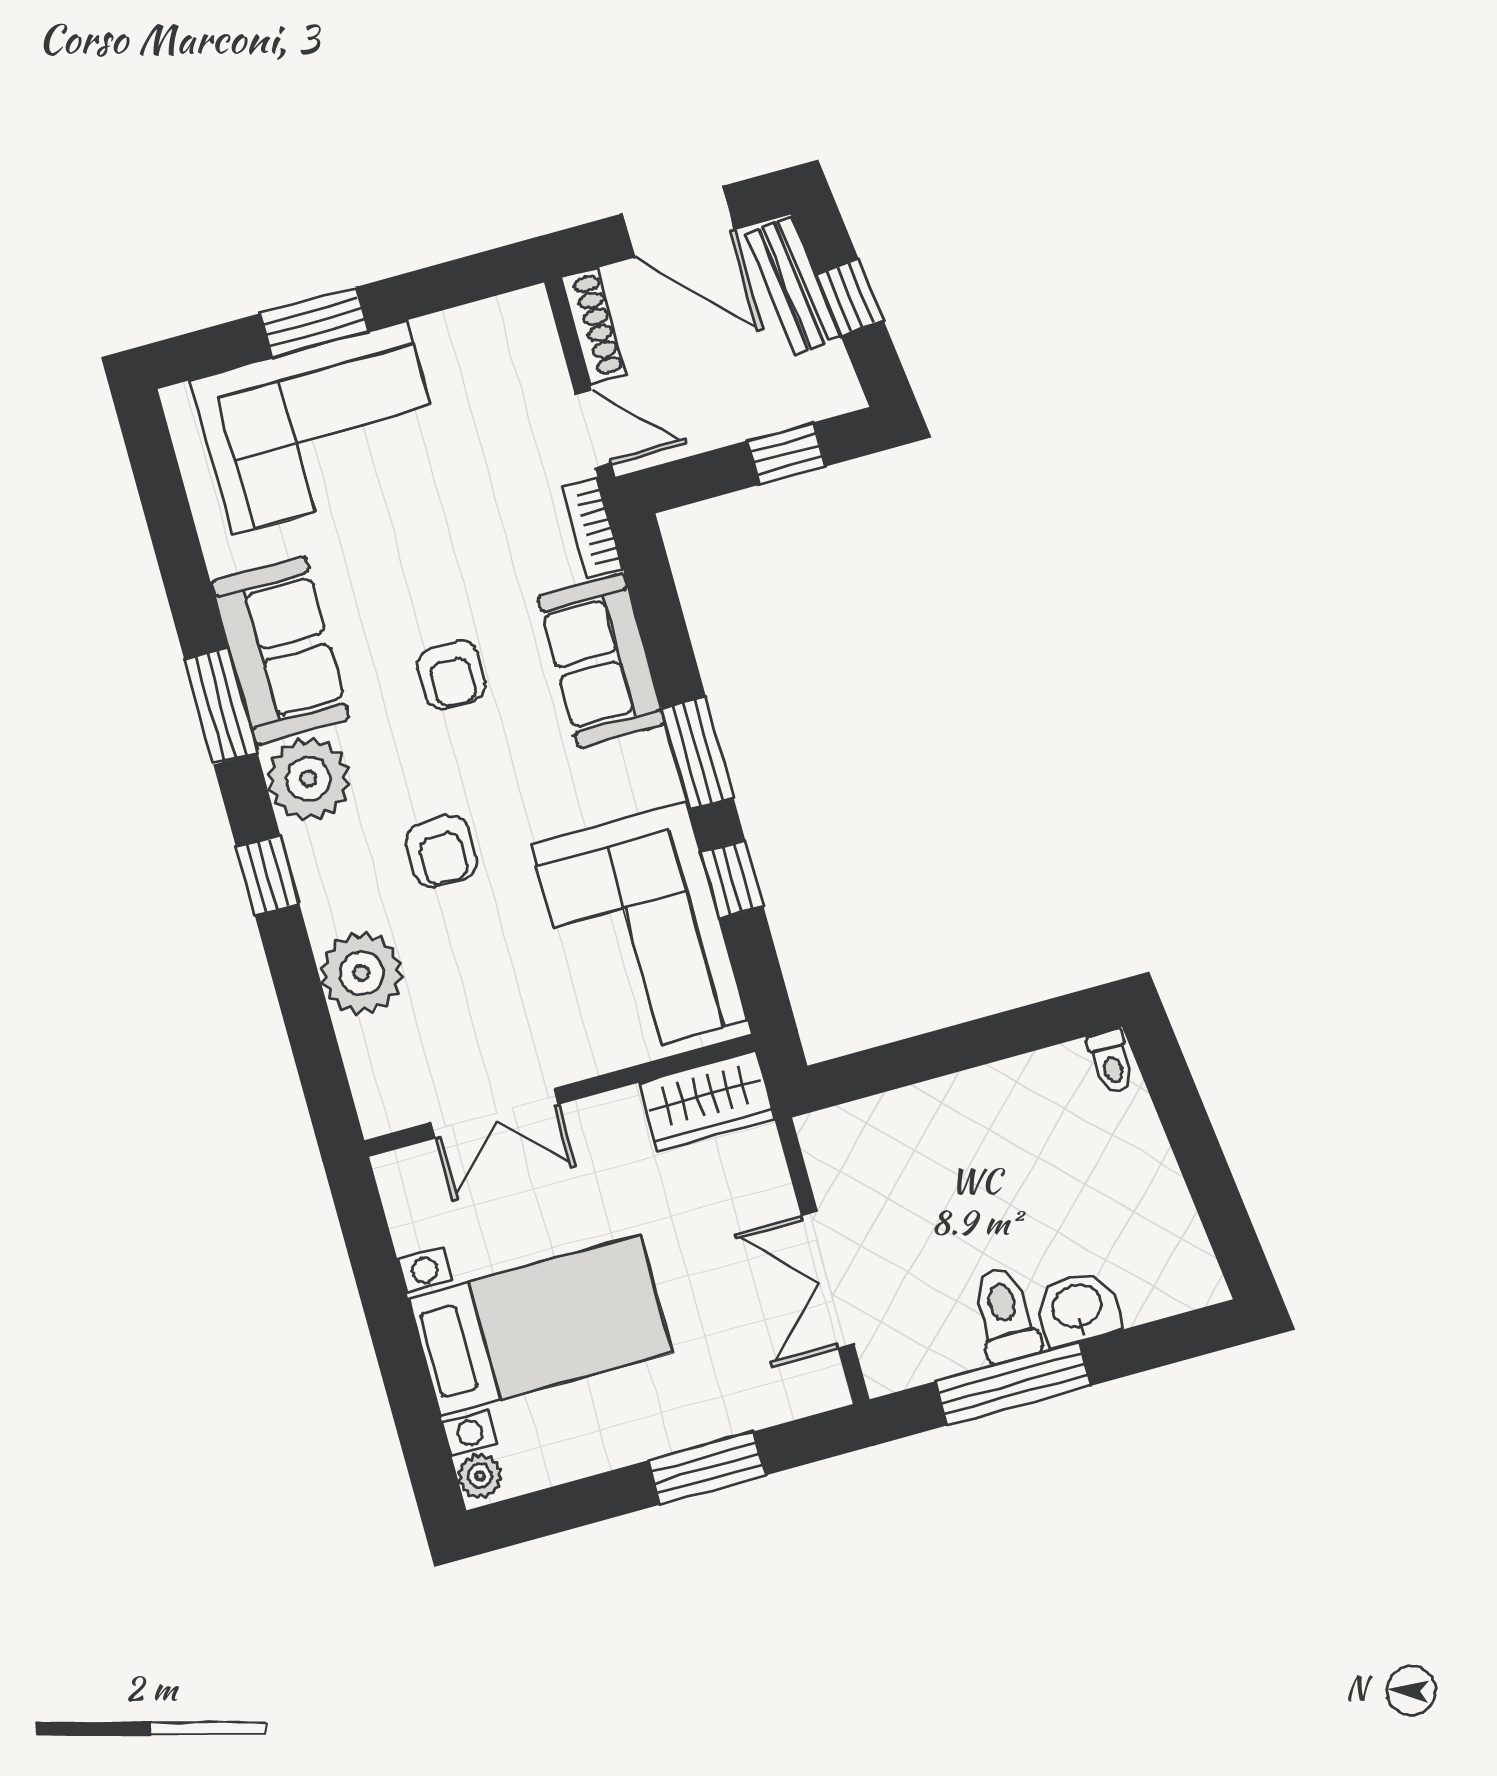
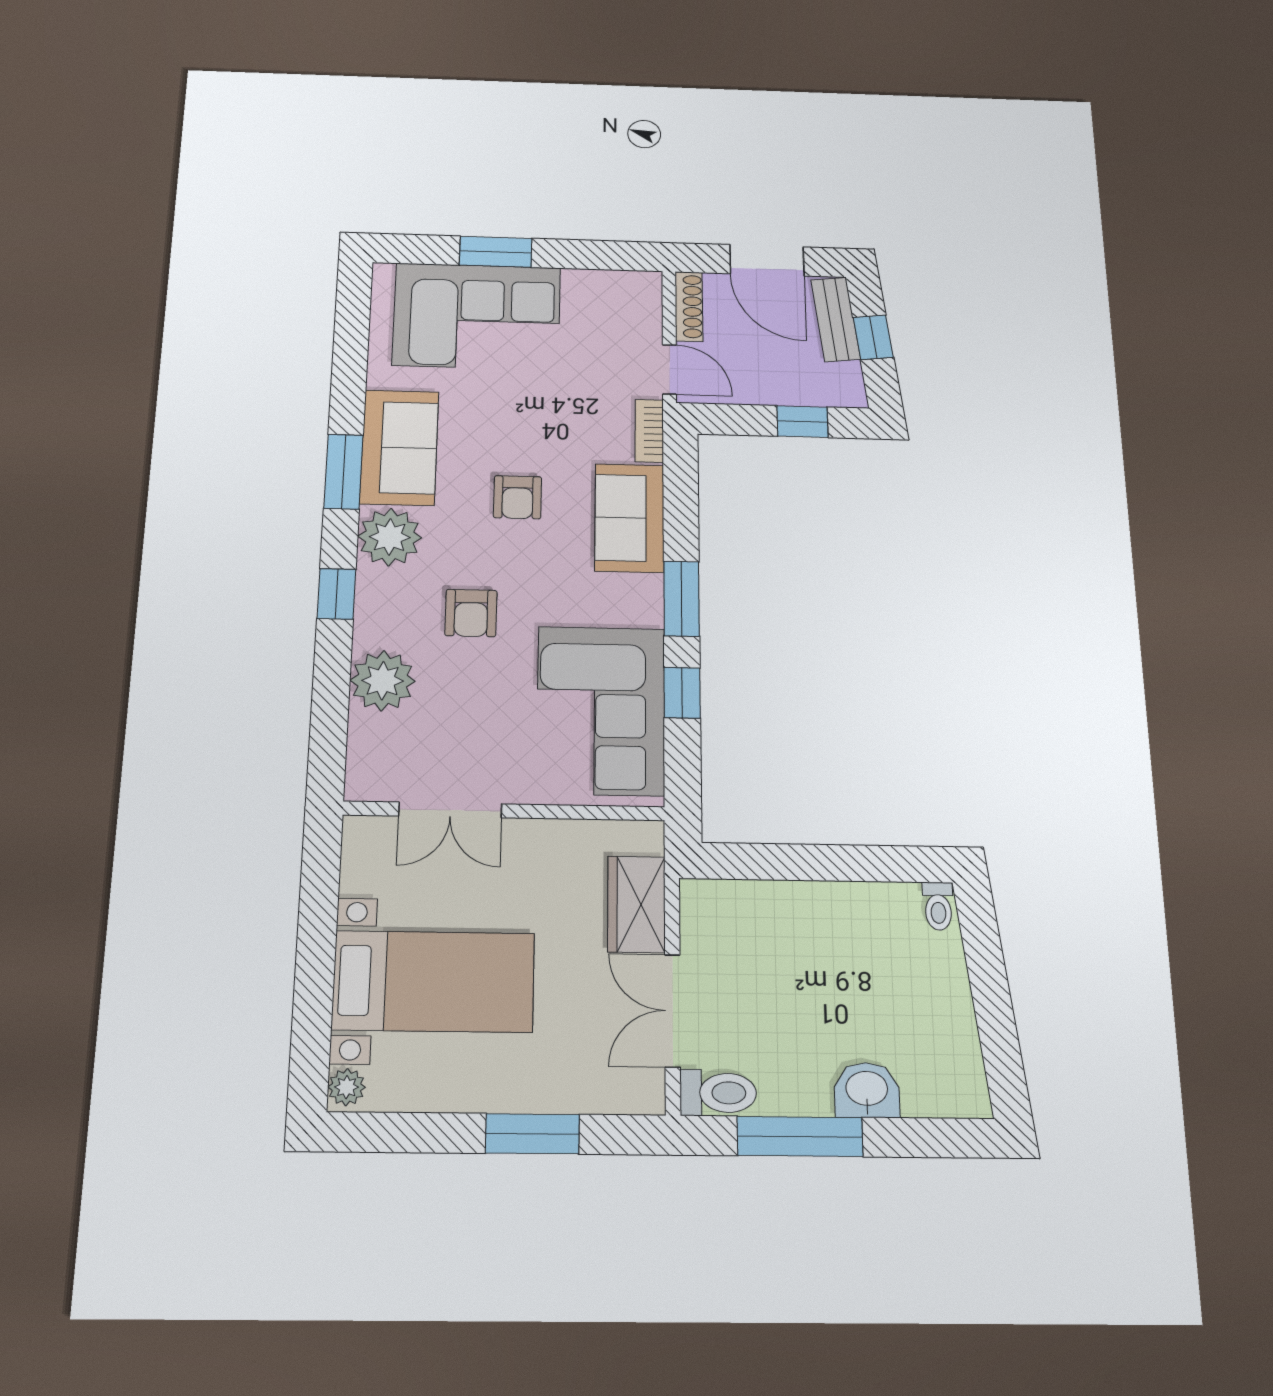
wardrobe: (706, 1101) -> (636, 904), moved, turned 90
toilet: (1005, 1315) -> (718, 1093), moved, turned 90

